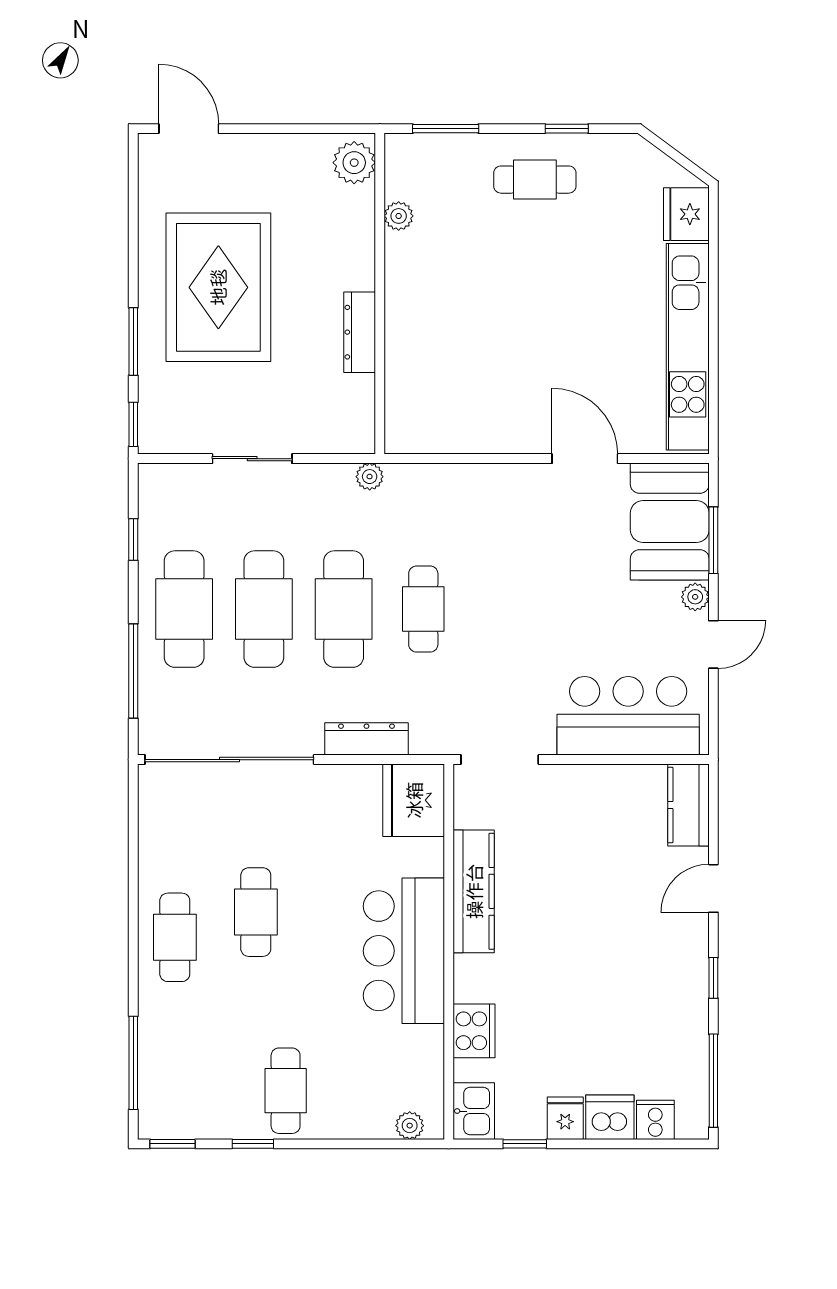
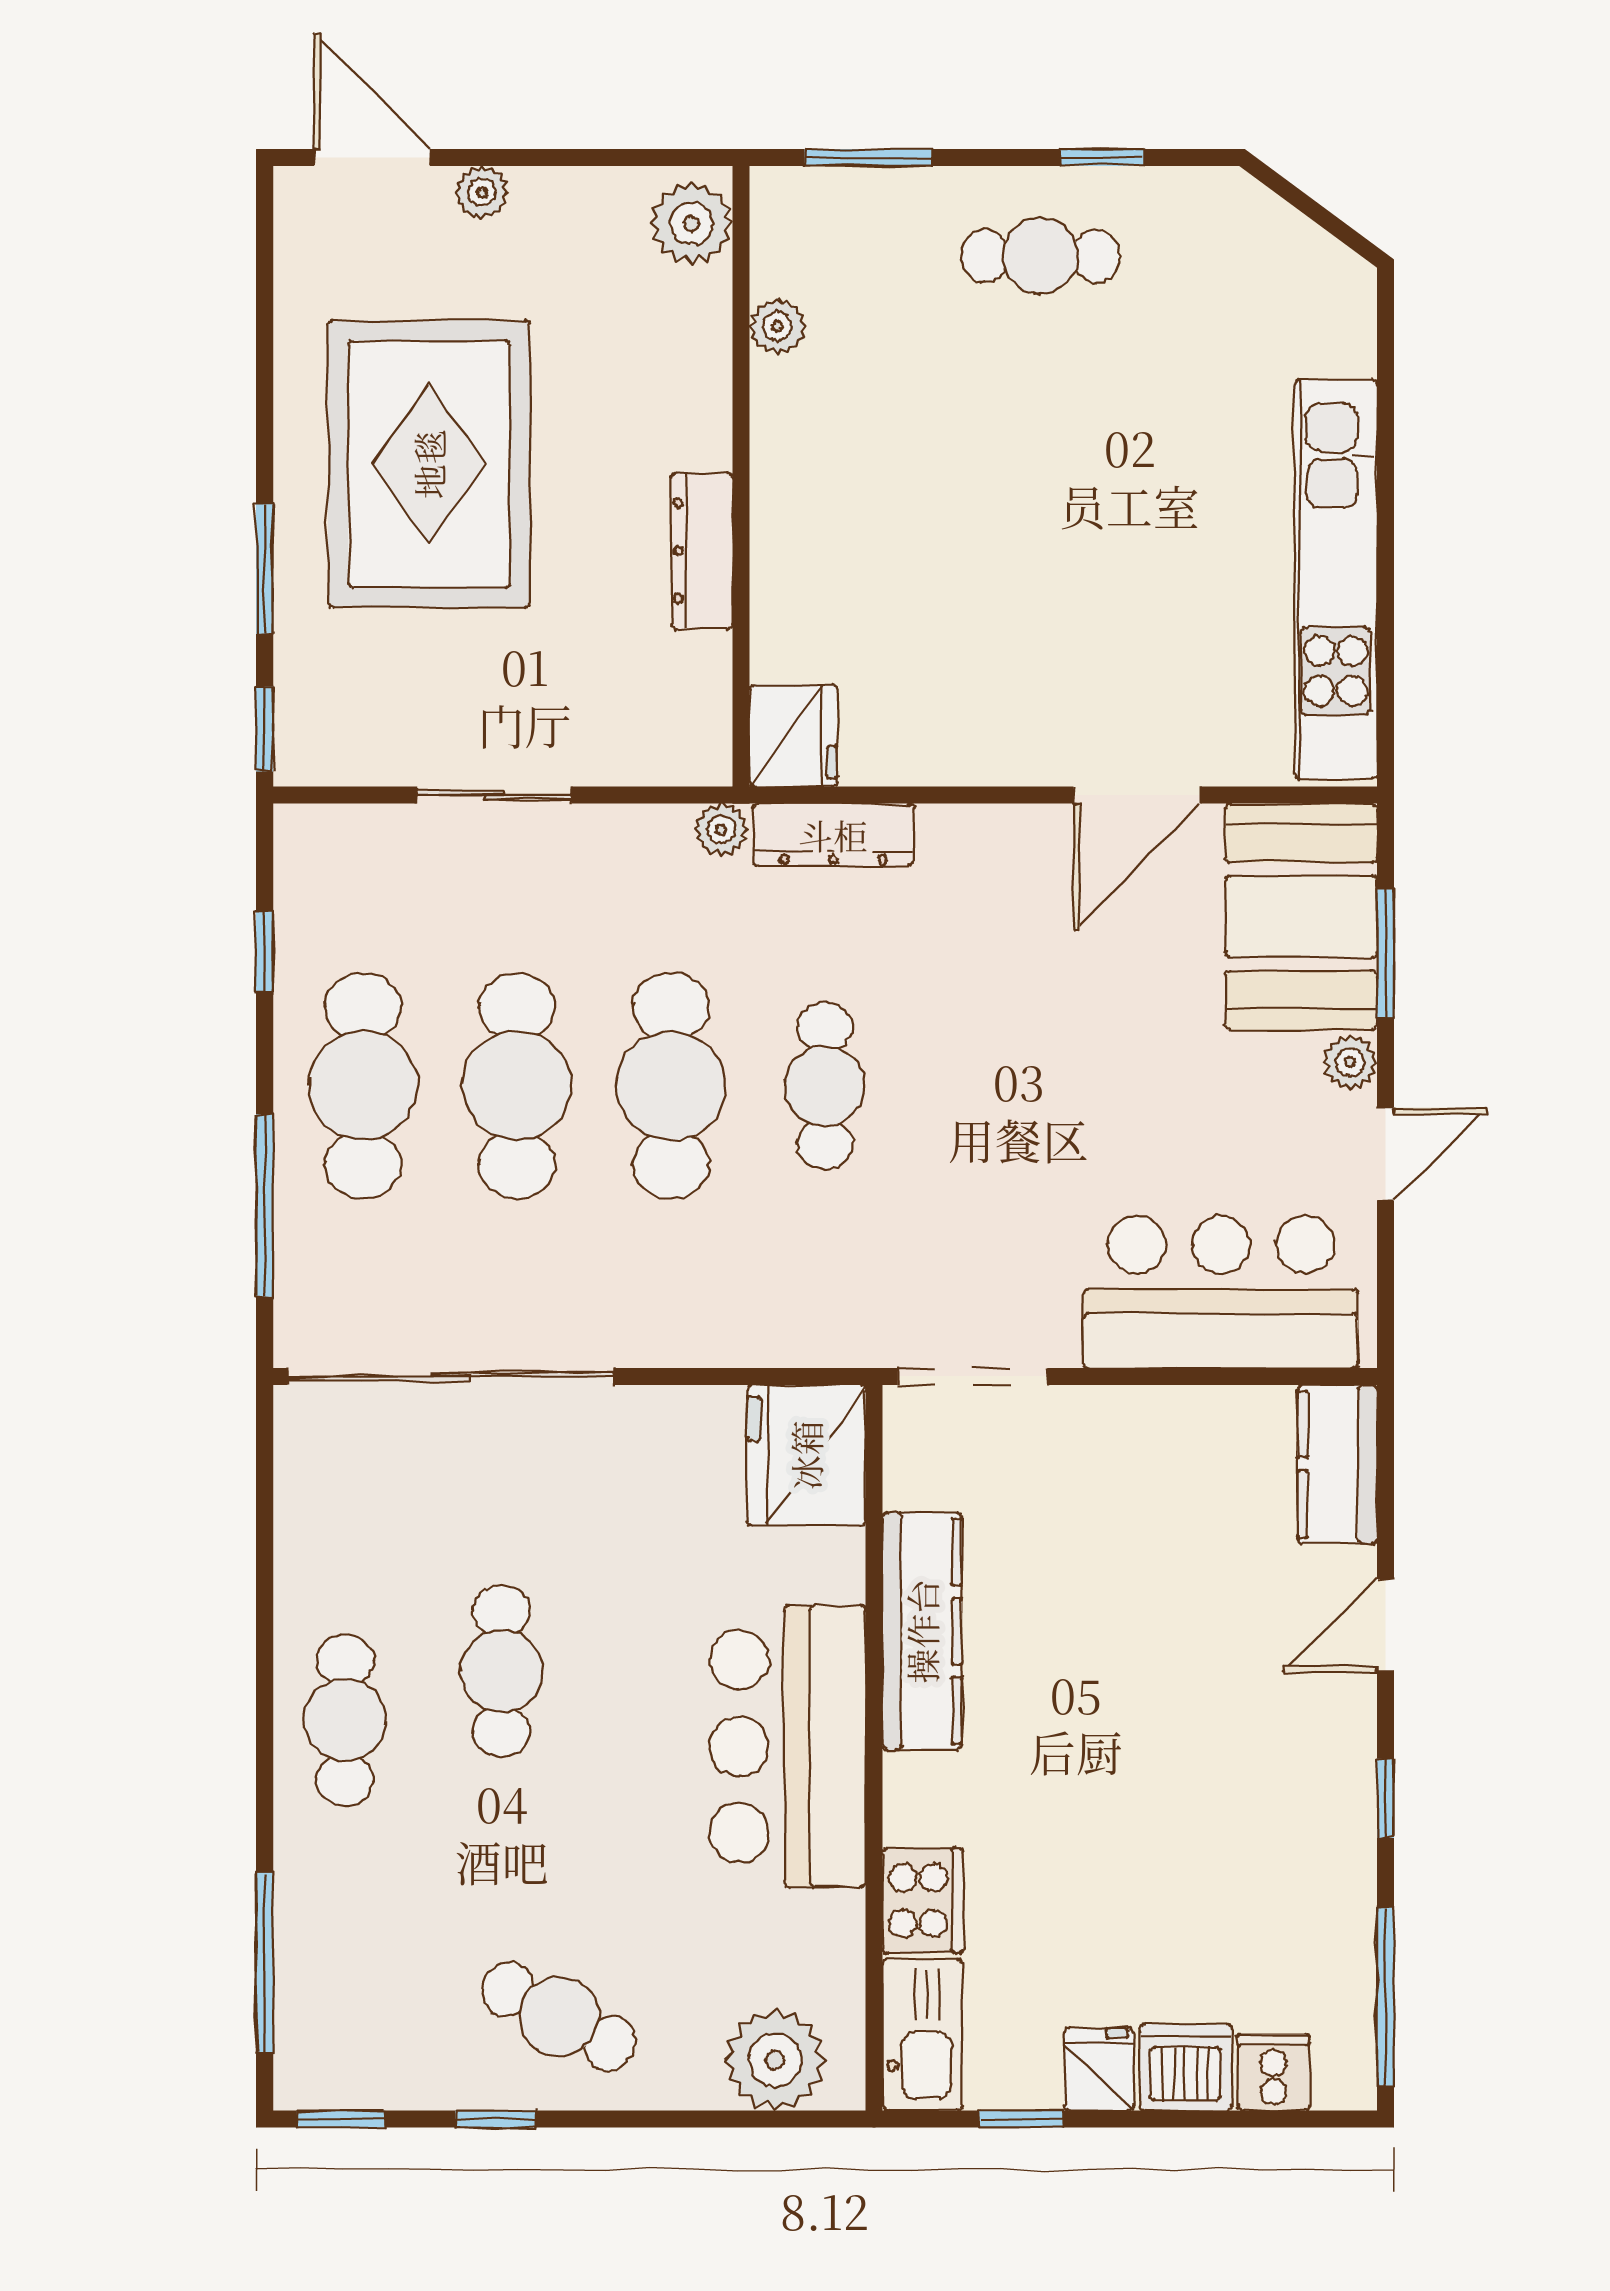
plant: (246, 147) -> (482, 192), added
fridge: (686, 214) -> (793, 736), moved, turned 180
door: (585, 459) -> (1137, 795), swing flipped
dresser: (366, 739) -> (833, 835), moved, turned 180
cafe table: (286, 1091) -> (559, 2016), turned -62
kitchen sink: (474, 1111) -> (922, 2035), width x1.38
plant: (410, 1126) -> (775, 2060), width x1.88, depth x1.88

